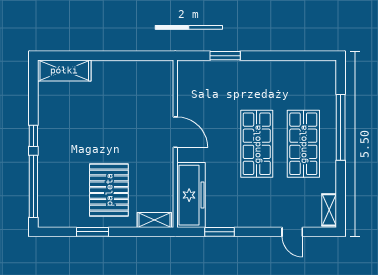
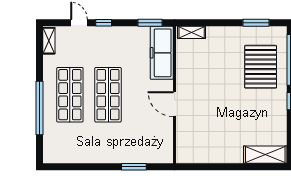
pallet: (109, 190) -> (261, 67), moved
window: (92, 232) -> (256, 23), moved
window: (220, 232) -> (150, 23), moved
window: (262, 232) -> (104, 23), added

